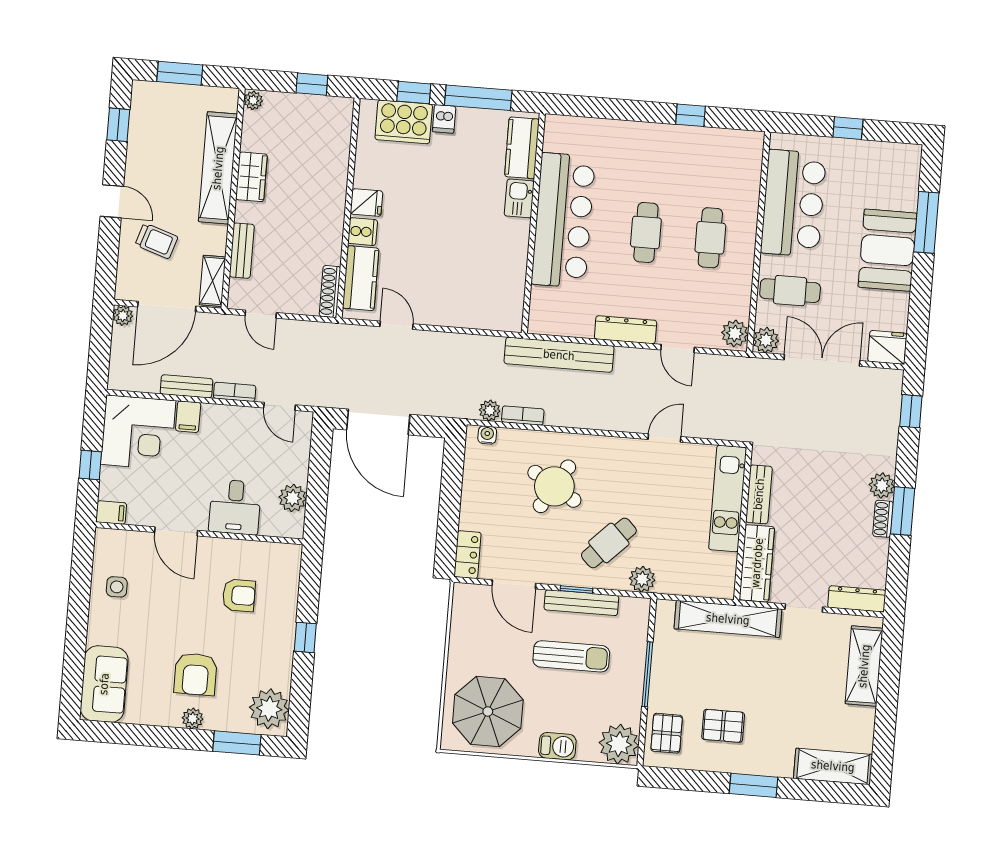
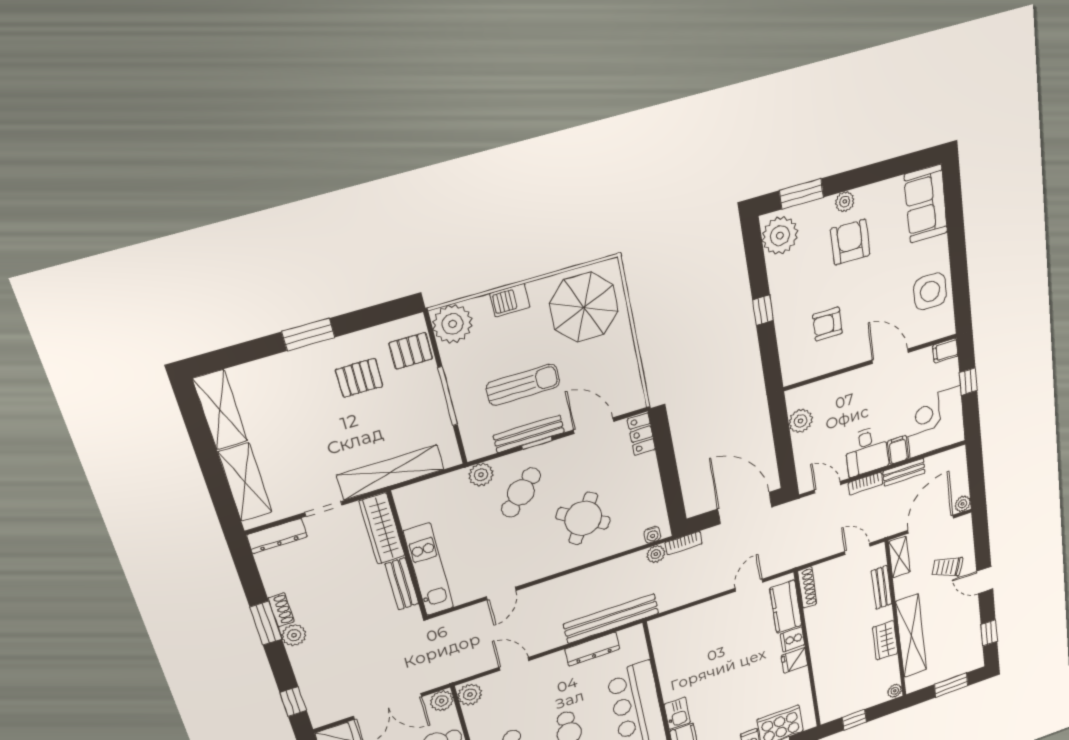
door: (396, 325) -> (749, 585), swing flipped
dresser: (626, 330) -> (592, 649), moved
bookcase: (523, 416) -> (683, 543), moved
desk: (235, 507) -> (867, 451), moved, turned 180
side table: (117, 587) -> (930, 291), width x1.87, depth x1.87
sun lounger: (571, 656) -> (523, 385), turned 180
pallet: (667, 733) -> (411, 351), turned 90
shelving: (833, 766) -> (220, 410), moved, turned 90

